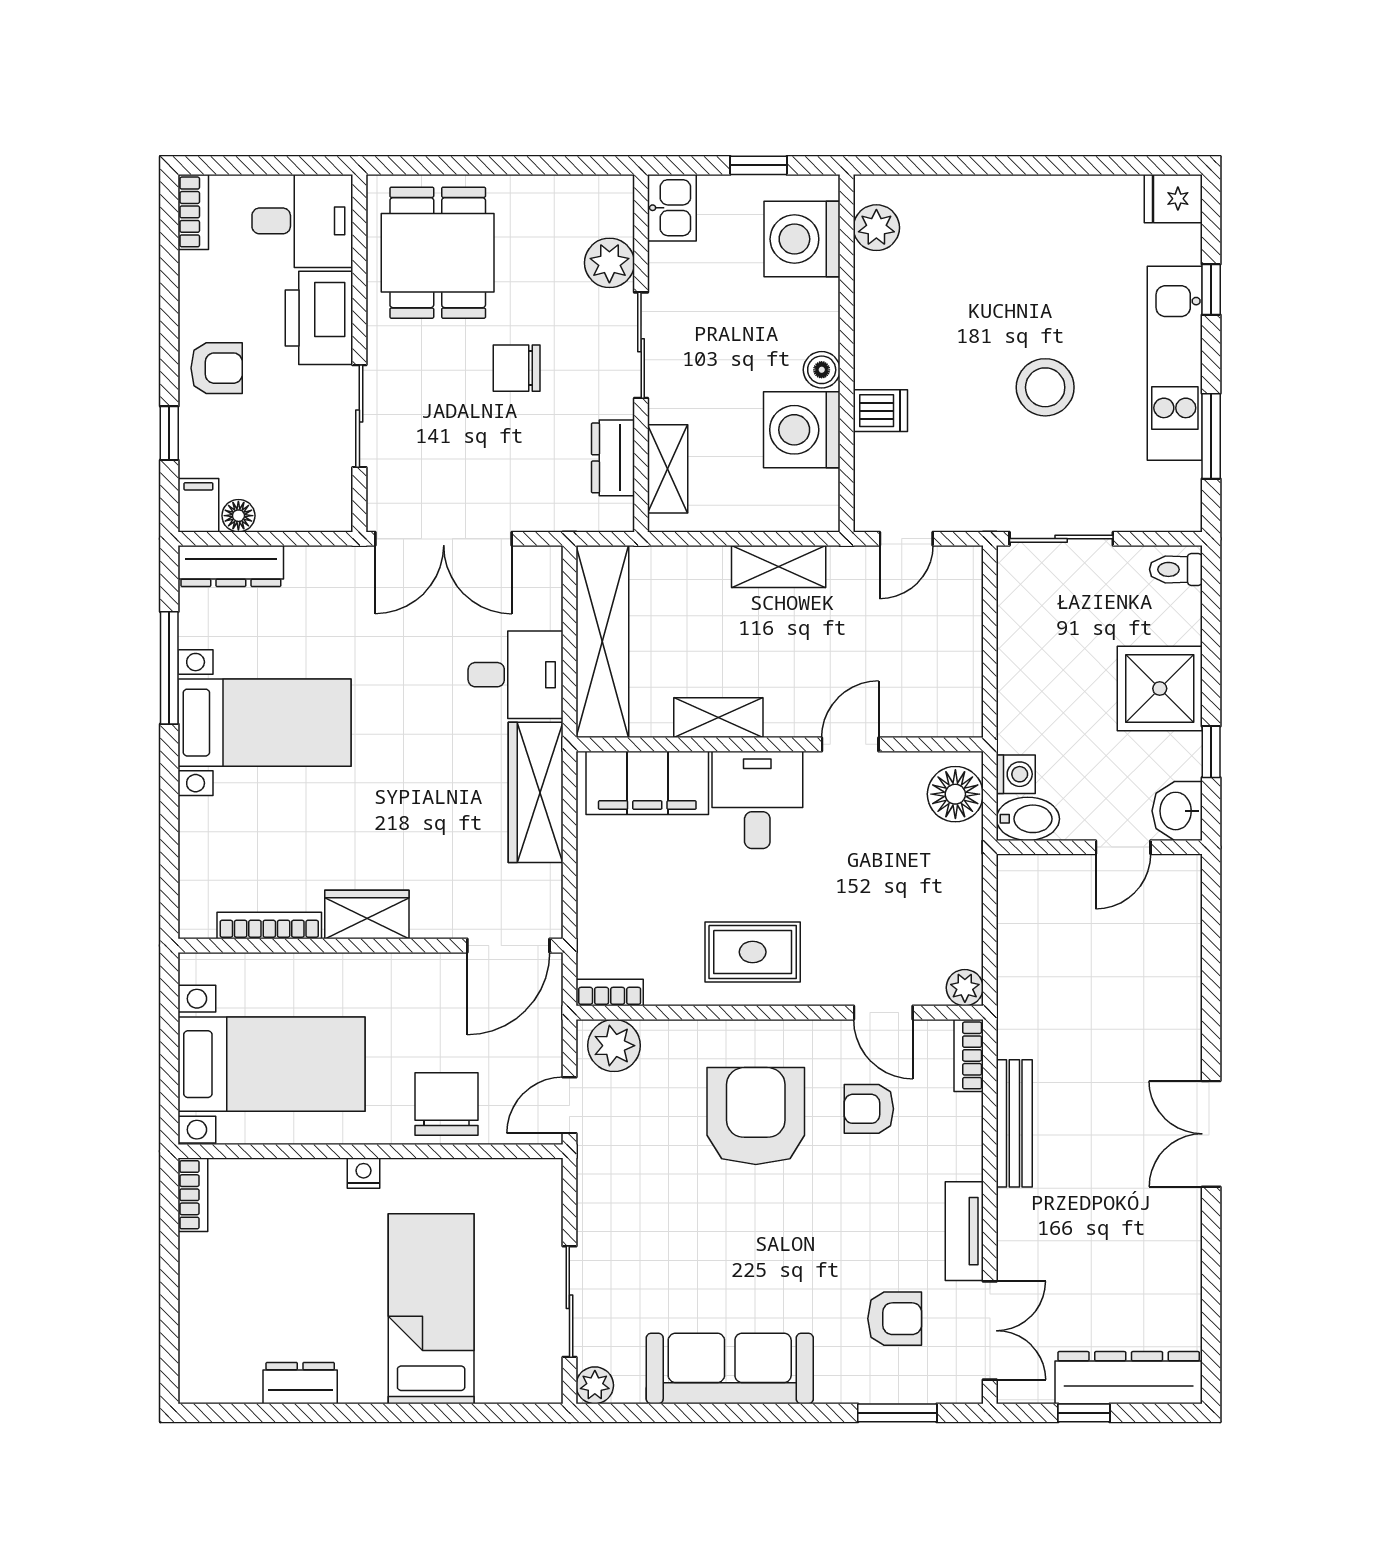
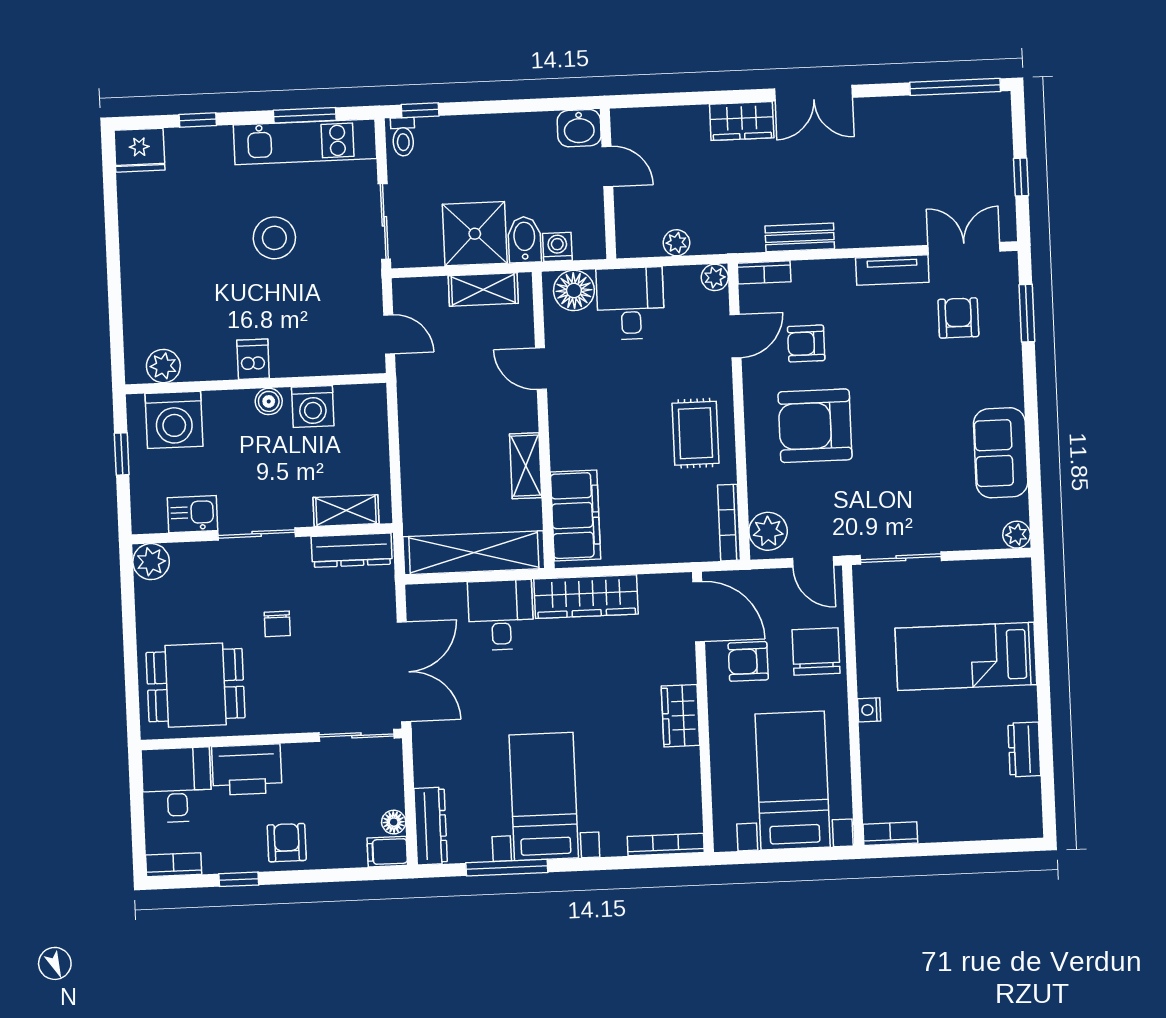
fridge: (1173, 199) -> (139, 150), width x1.38
kitchen sink: (672, 208) -> (192, 514), moved
plant: (609, 263) -> (151, 562), moved
kitchen unit: (1175, 363) -> (305, 142), moved
chair: (517, 368) -> (277, 624), width x0.73, depth x0.73
dishwasher: (880, 411) -> (253, 359), moved
sliding door: (359, 416) -> (356, 735), moved
washing machine: (802, 430) -> (313, 406), width x0.73, depth x0.73
window: (169, 433) -> (239, 879), moved
dresser: (613, 458) -> (352, 550), width x1.44
shelving: (779, 567) -> (483, 290), moved, turned 90
shower: (1160, 689) -> (475, 234), moved
window: (1211, 752) -> (420, 110), moved
desk: (757, 800) -> (630, 303), moved, turned 90
bidet: (1028, 819) -> (524, 240), moved
bookcase: (269, 926) -> (666, 844), moved, turned 90
plant: (1014, 937) -> (676, 243), added
bookcase: (610, 993) -> (729, 523), width x1.56
armchair: (437, 1011) -> (748, 661), added
wardrobe: (1177, 1034) -> (742, 121), added
chair: (447, 1104) -> (816, 652), turned 90
armchair: (869, 1109) -> (806, 344), turned 90
bench: (1014, 1123) -> (800, 237), width x0.73
sliding door: (569, 1302) -> (901, 558), moved
window: (1211, 1328) -> (955, 87), added
sofa: (730, 1368) -> (1001, 453), width x0.73
dresser: (1129, 1378) -> (994, 145), removed

